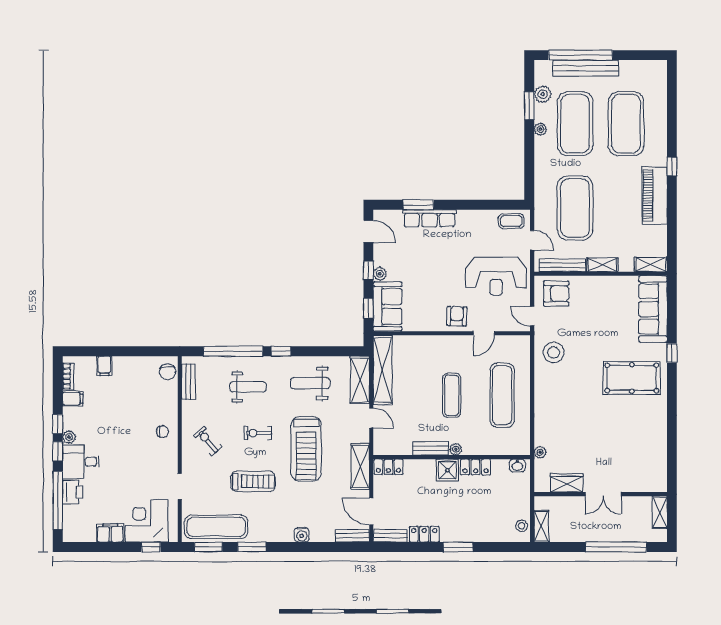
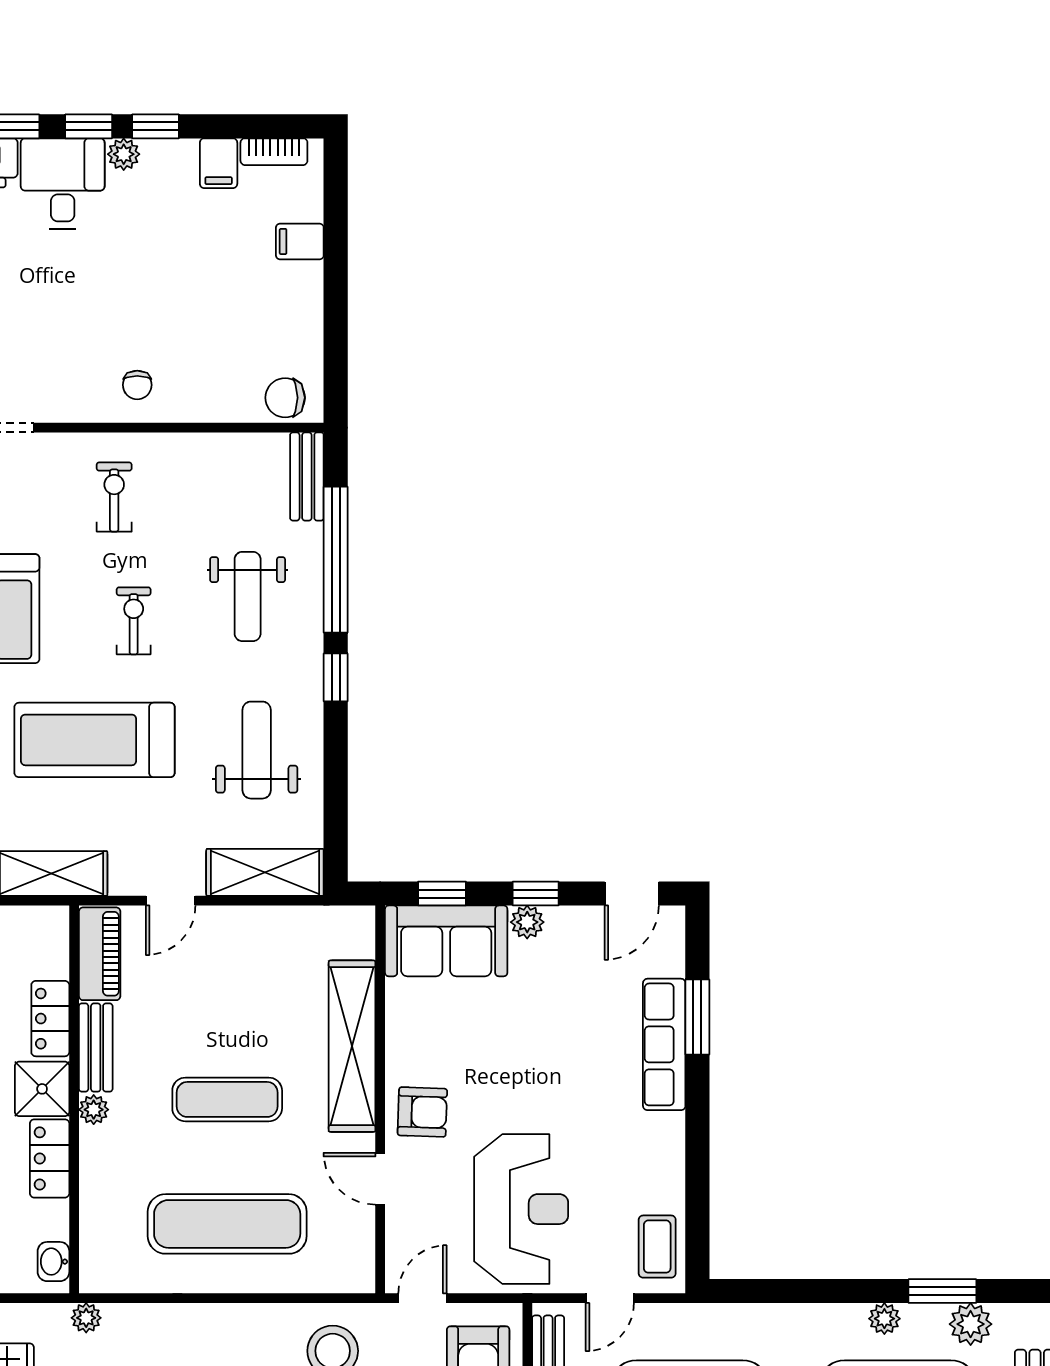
reception desk: (496, 276) -> (521, 1209), turned 180
shelving: (383, 370) -> (352, 1046), moved, turned 90
bench: (188, 382) -> (307, 476), moved, turned 90
exercise bike: (208, 441) -> (114, 497), turned -49
piano: (393, 447) -> (100, 954), added
locker: (388, 467) -> (50, 1019), moved

